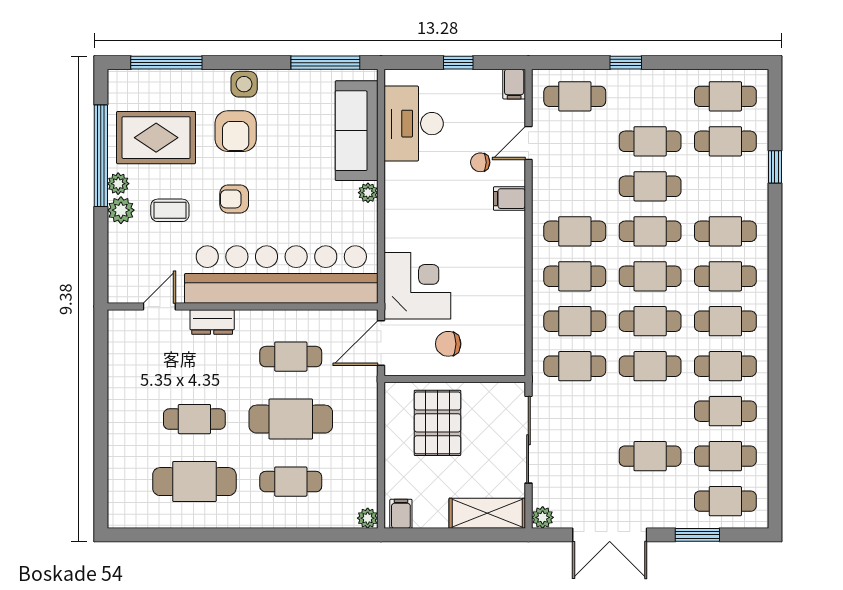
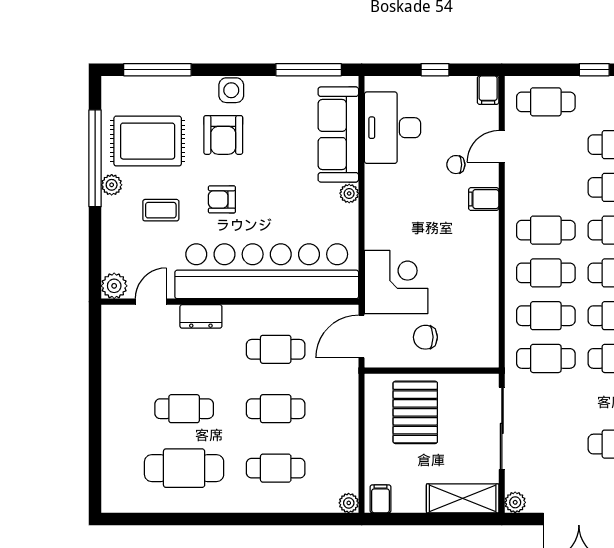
plant: (121, 210) -> (114, 286), moved
cafe table: (291, 419) -> (276, 409), width x0.73, depth x0.74

